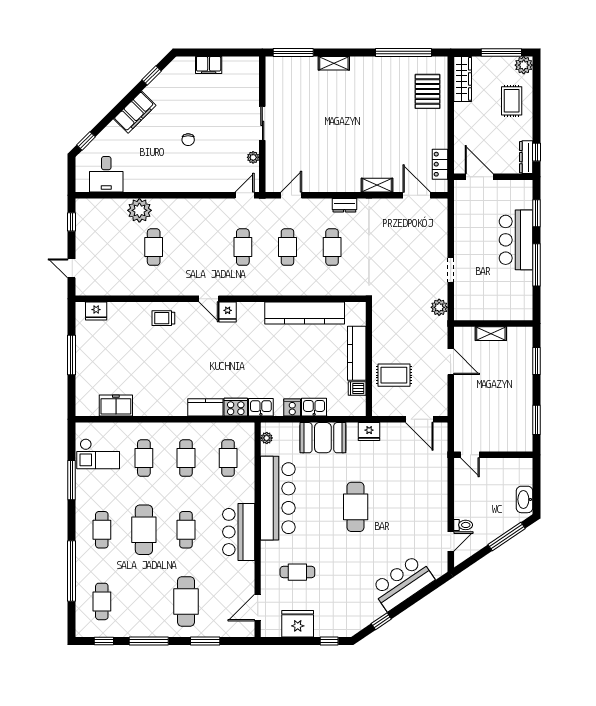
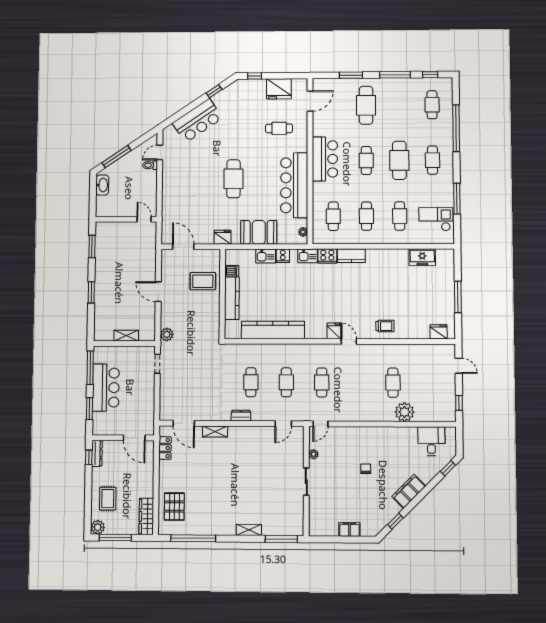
wall: (493, 324) -> (124, 344), moved
shelving: (491, 334) -> (126, 336), moved

